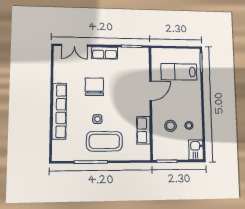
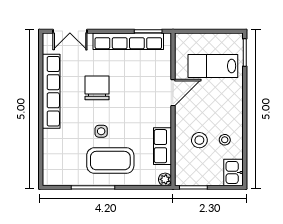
row of seats: (105, 53) -> (128, 41), width x2.02
row of seats: (59, 111) -> (51, 91), moved
plant: (146, 155) -> (165, 179), added

